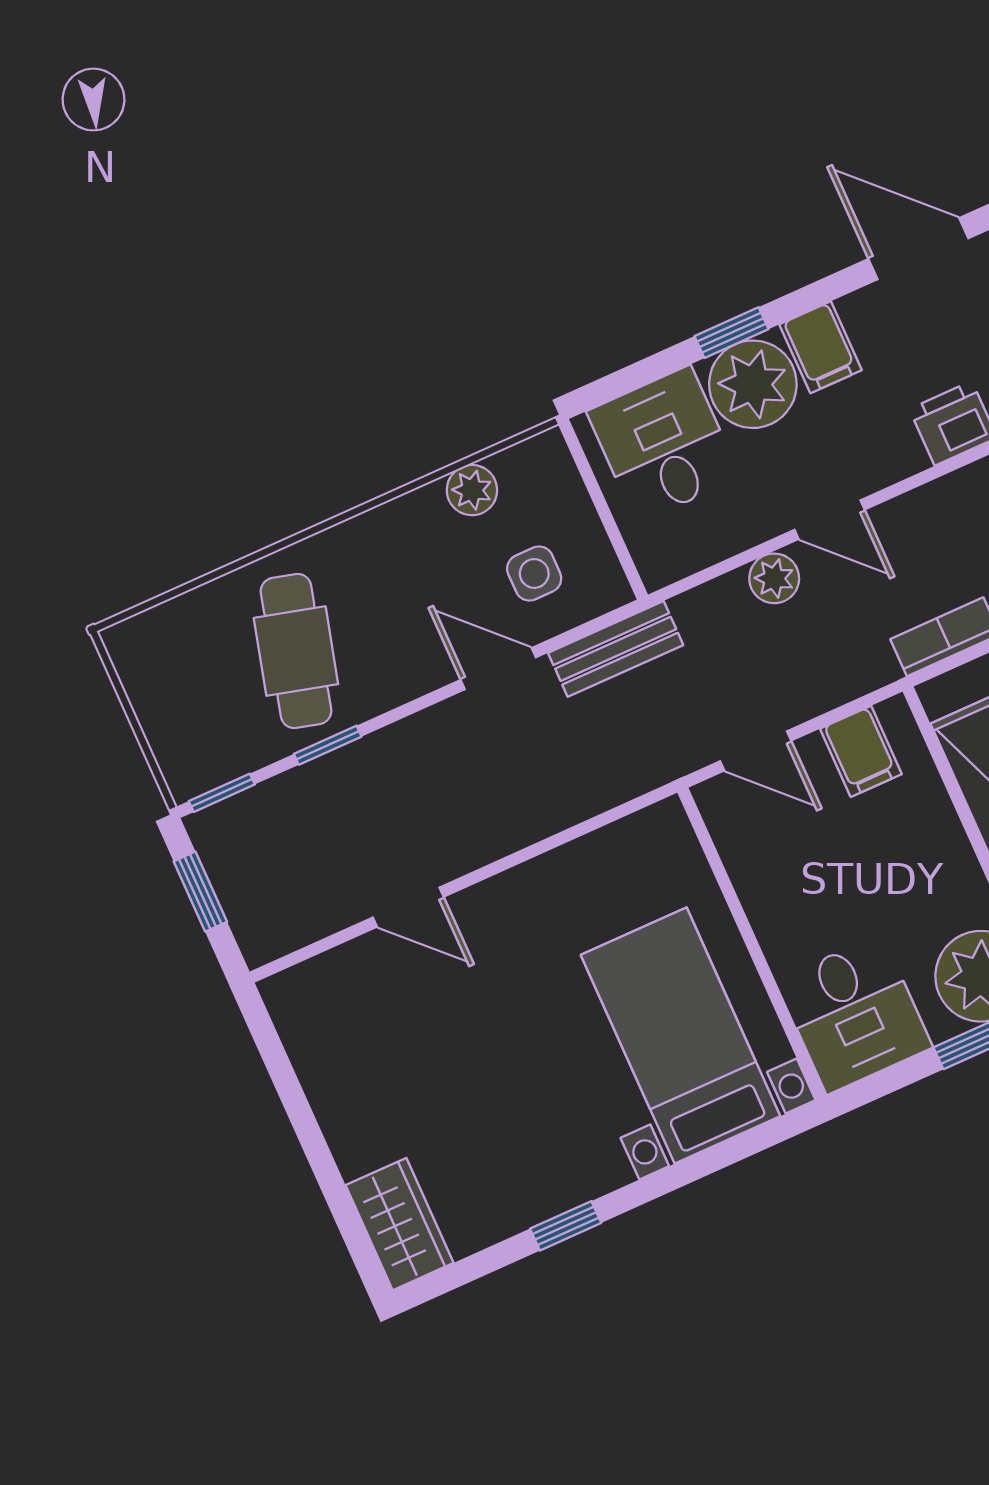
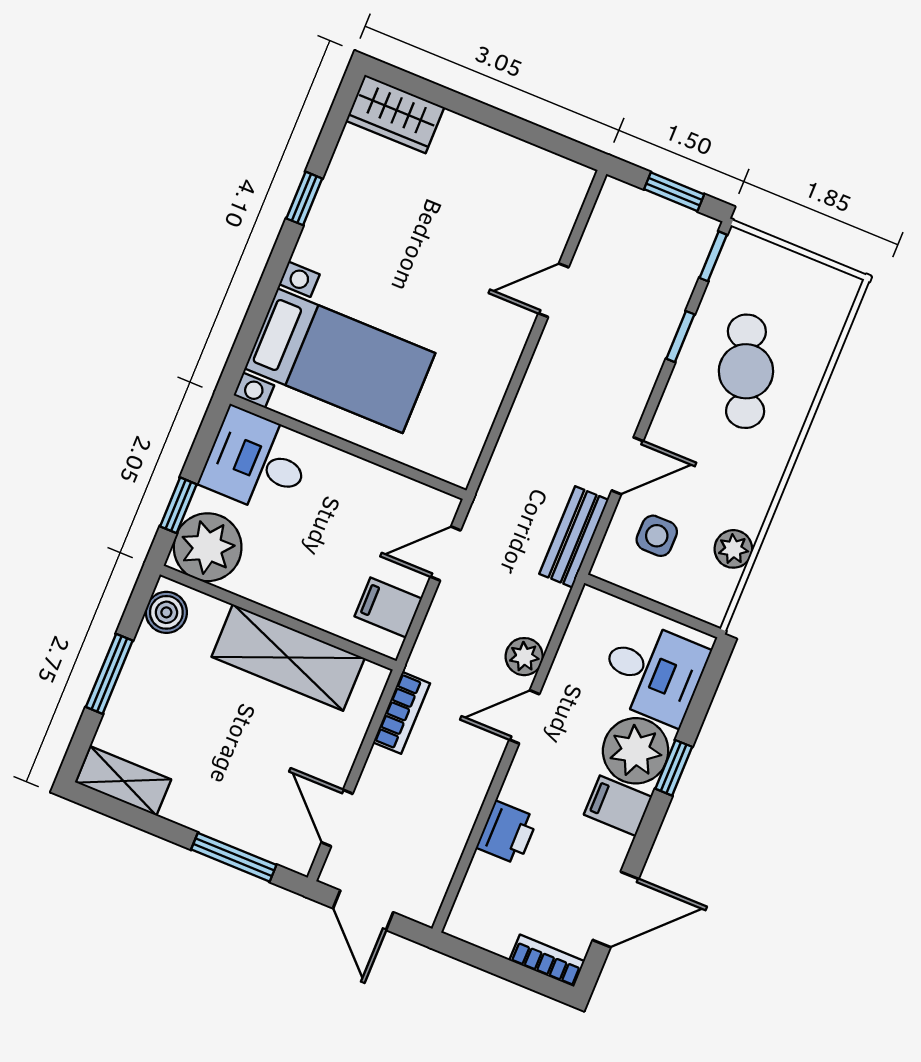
cafe table: (296, 651) -> (746, 371), turned 54

